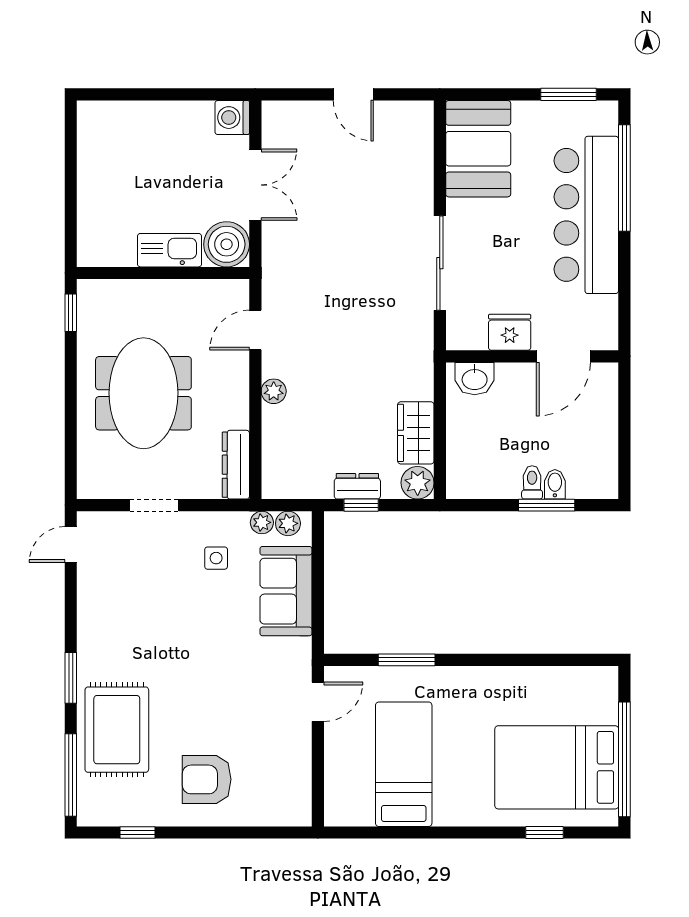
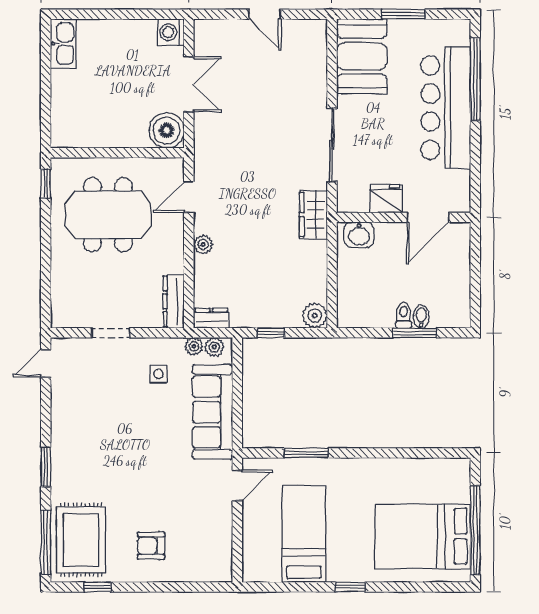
window: (569, 94) -> (403, 14), moved
kitchen sink: (170, 250) -> (63, 44), moved, turned 90
meeting table: (143, 393) -> (108, 215), moved, turned 90
wardrobe: (416, 433) -> (313, 215), moved
dresser: (357, 486) -> (211, 318), moved
sofa: (286, 591) -> (213, 412), width x1.36
rug: (117, 730) -> (81, 540), moved
armchair: (207, 779) -> (151, 546), width x0.72, depth x0.72
window: (544, 833) -> (350, 587), moved

